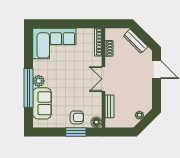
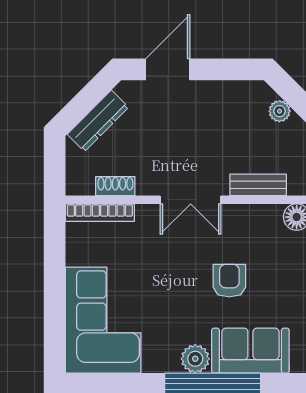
armchair: (77, 117) -> (229, 281), moved

